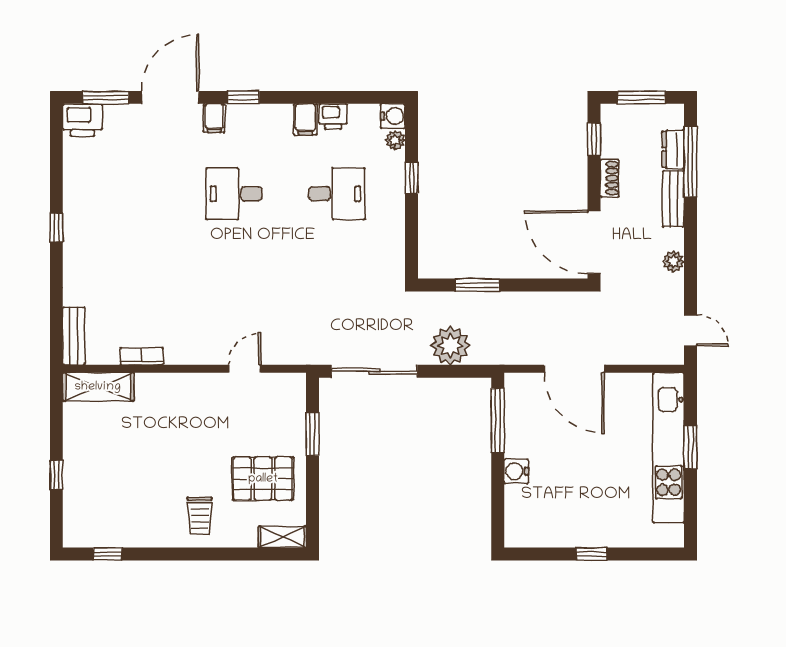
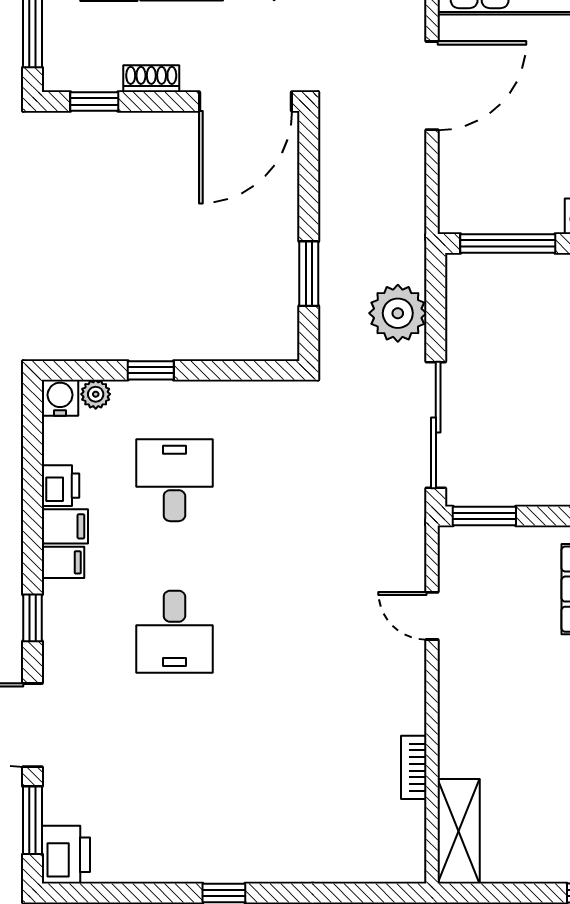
filing cabinet: (214, 118) -> (63, 562), moved
bench: (74, 336) -> (384, 867), removed
door: (574, 369) -> (432, 86), moved
window: (313, 434) -> (484, 516), moved

